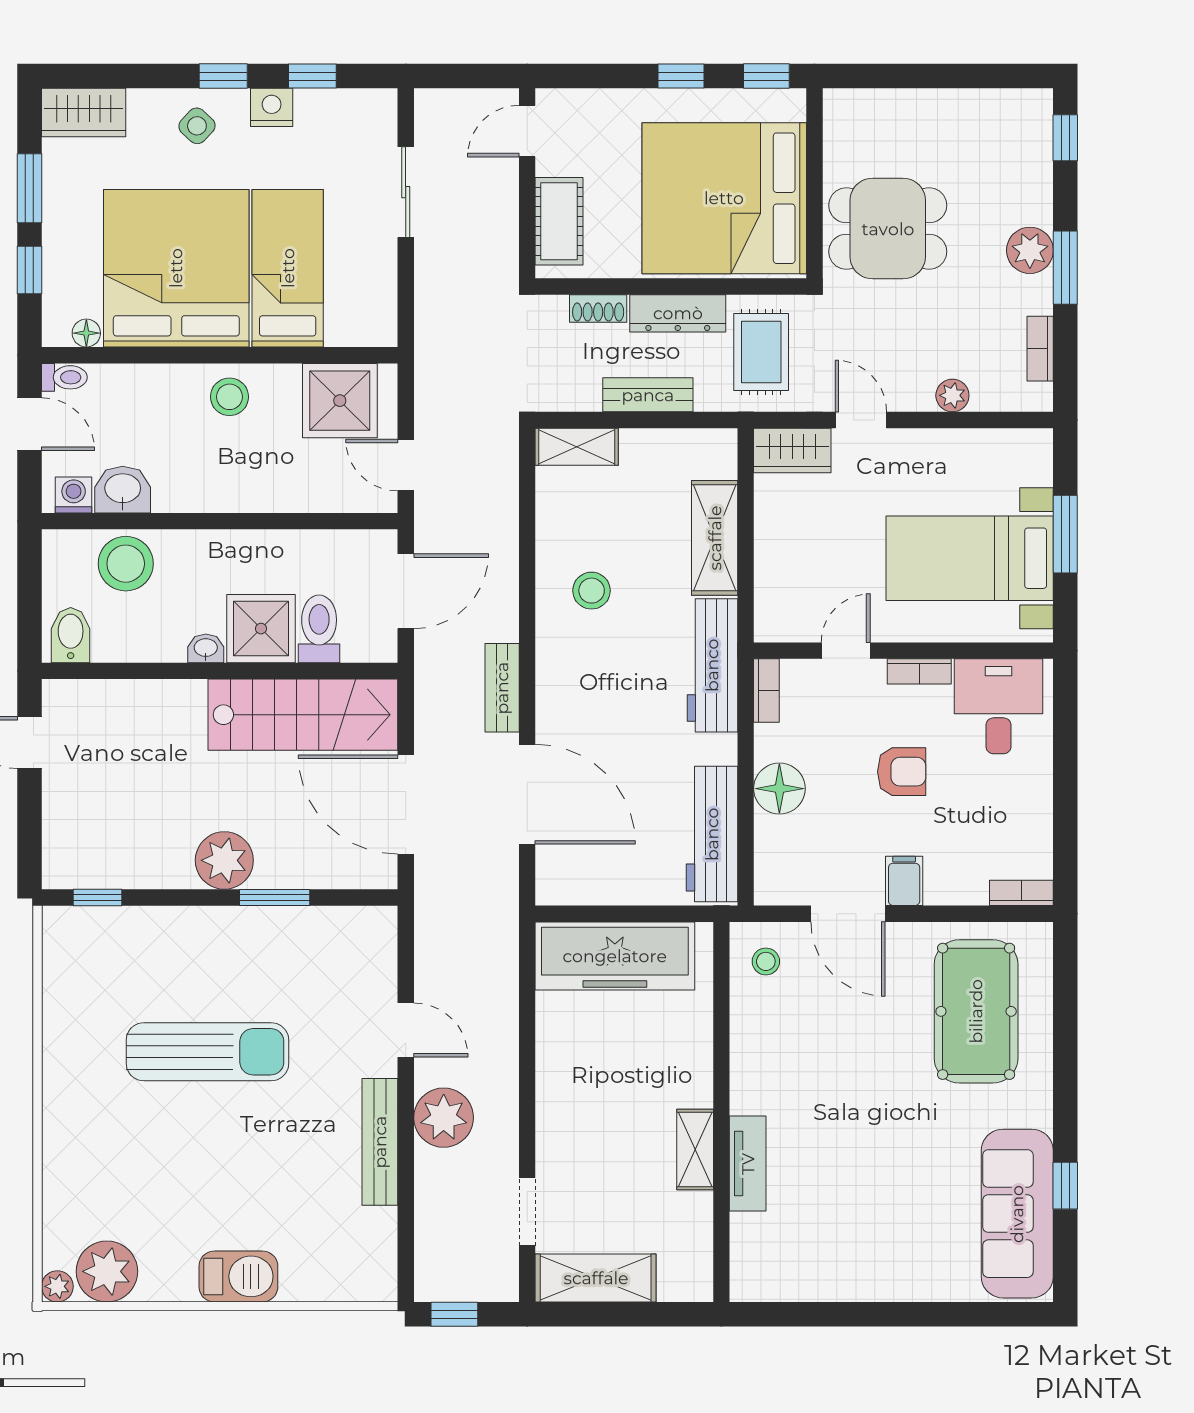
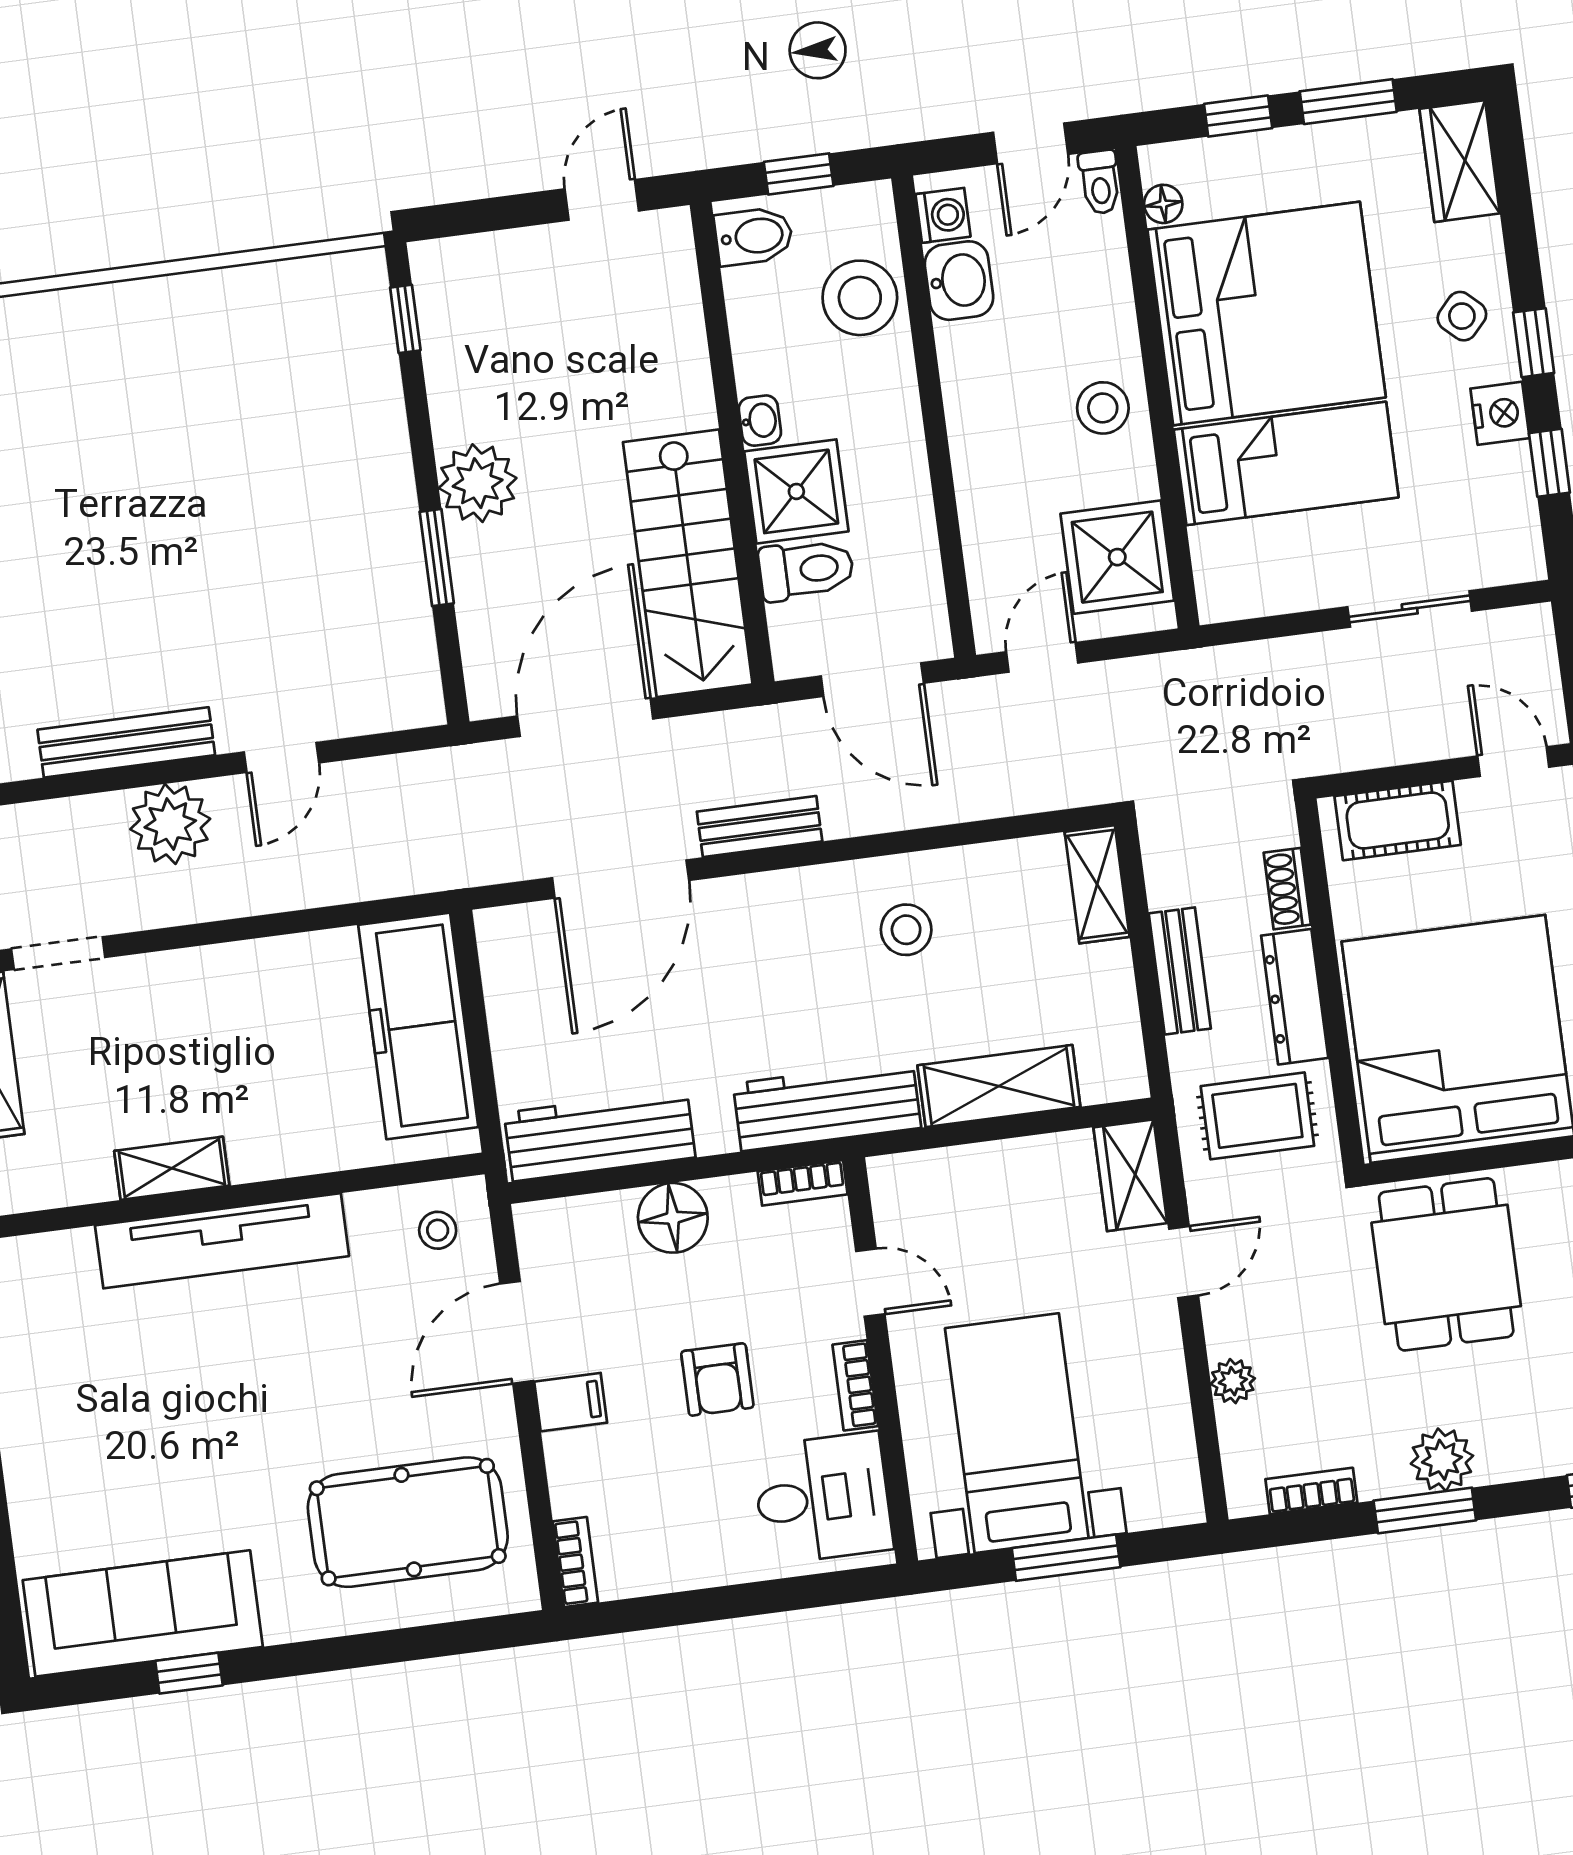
window: (29, 596) -> (799, 174), added
sun lounger: (207, 1052) -> (217, 494), removed
tv unit: (748, 1164) -> (222, 1241), width x1.92, depth x1.29

